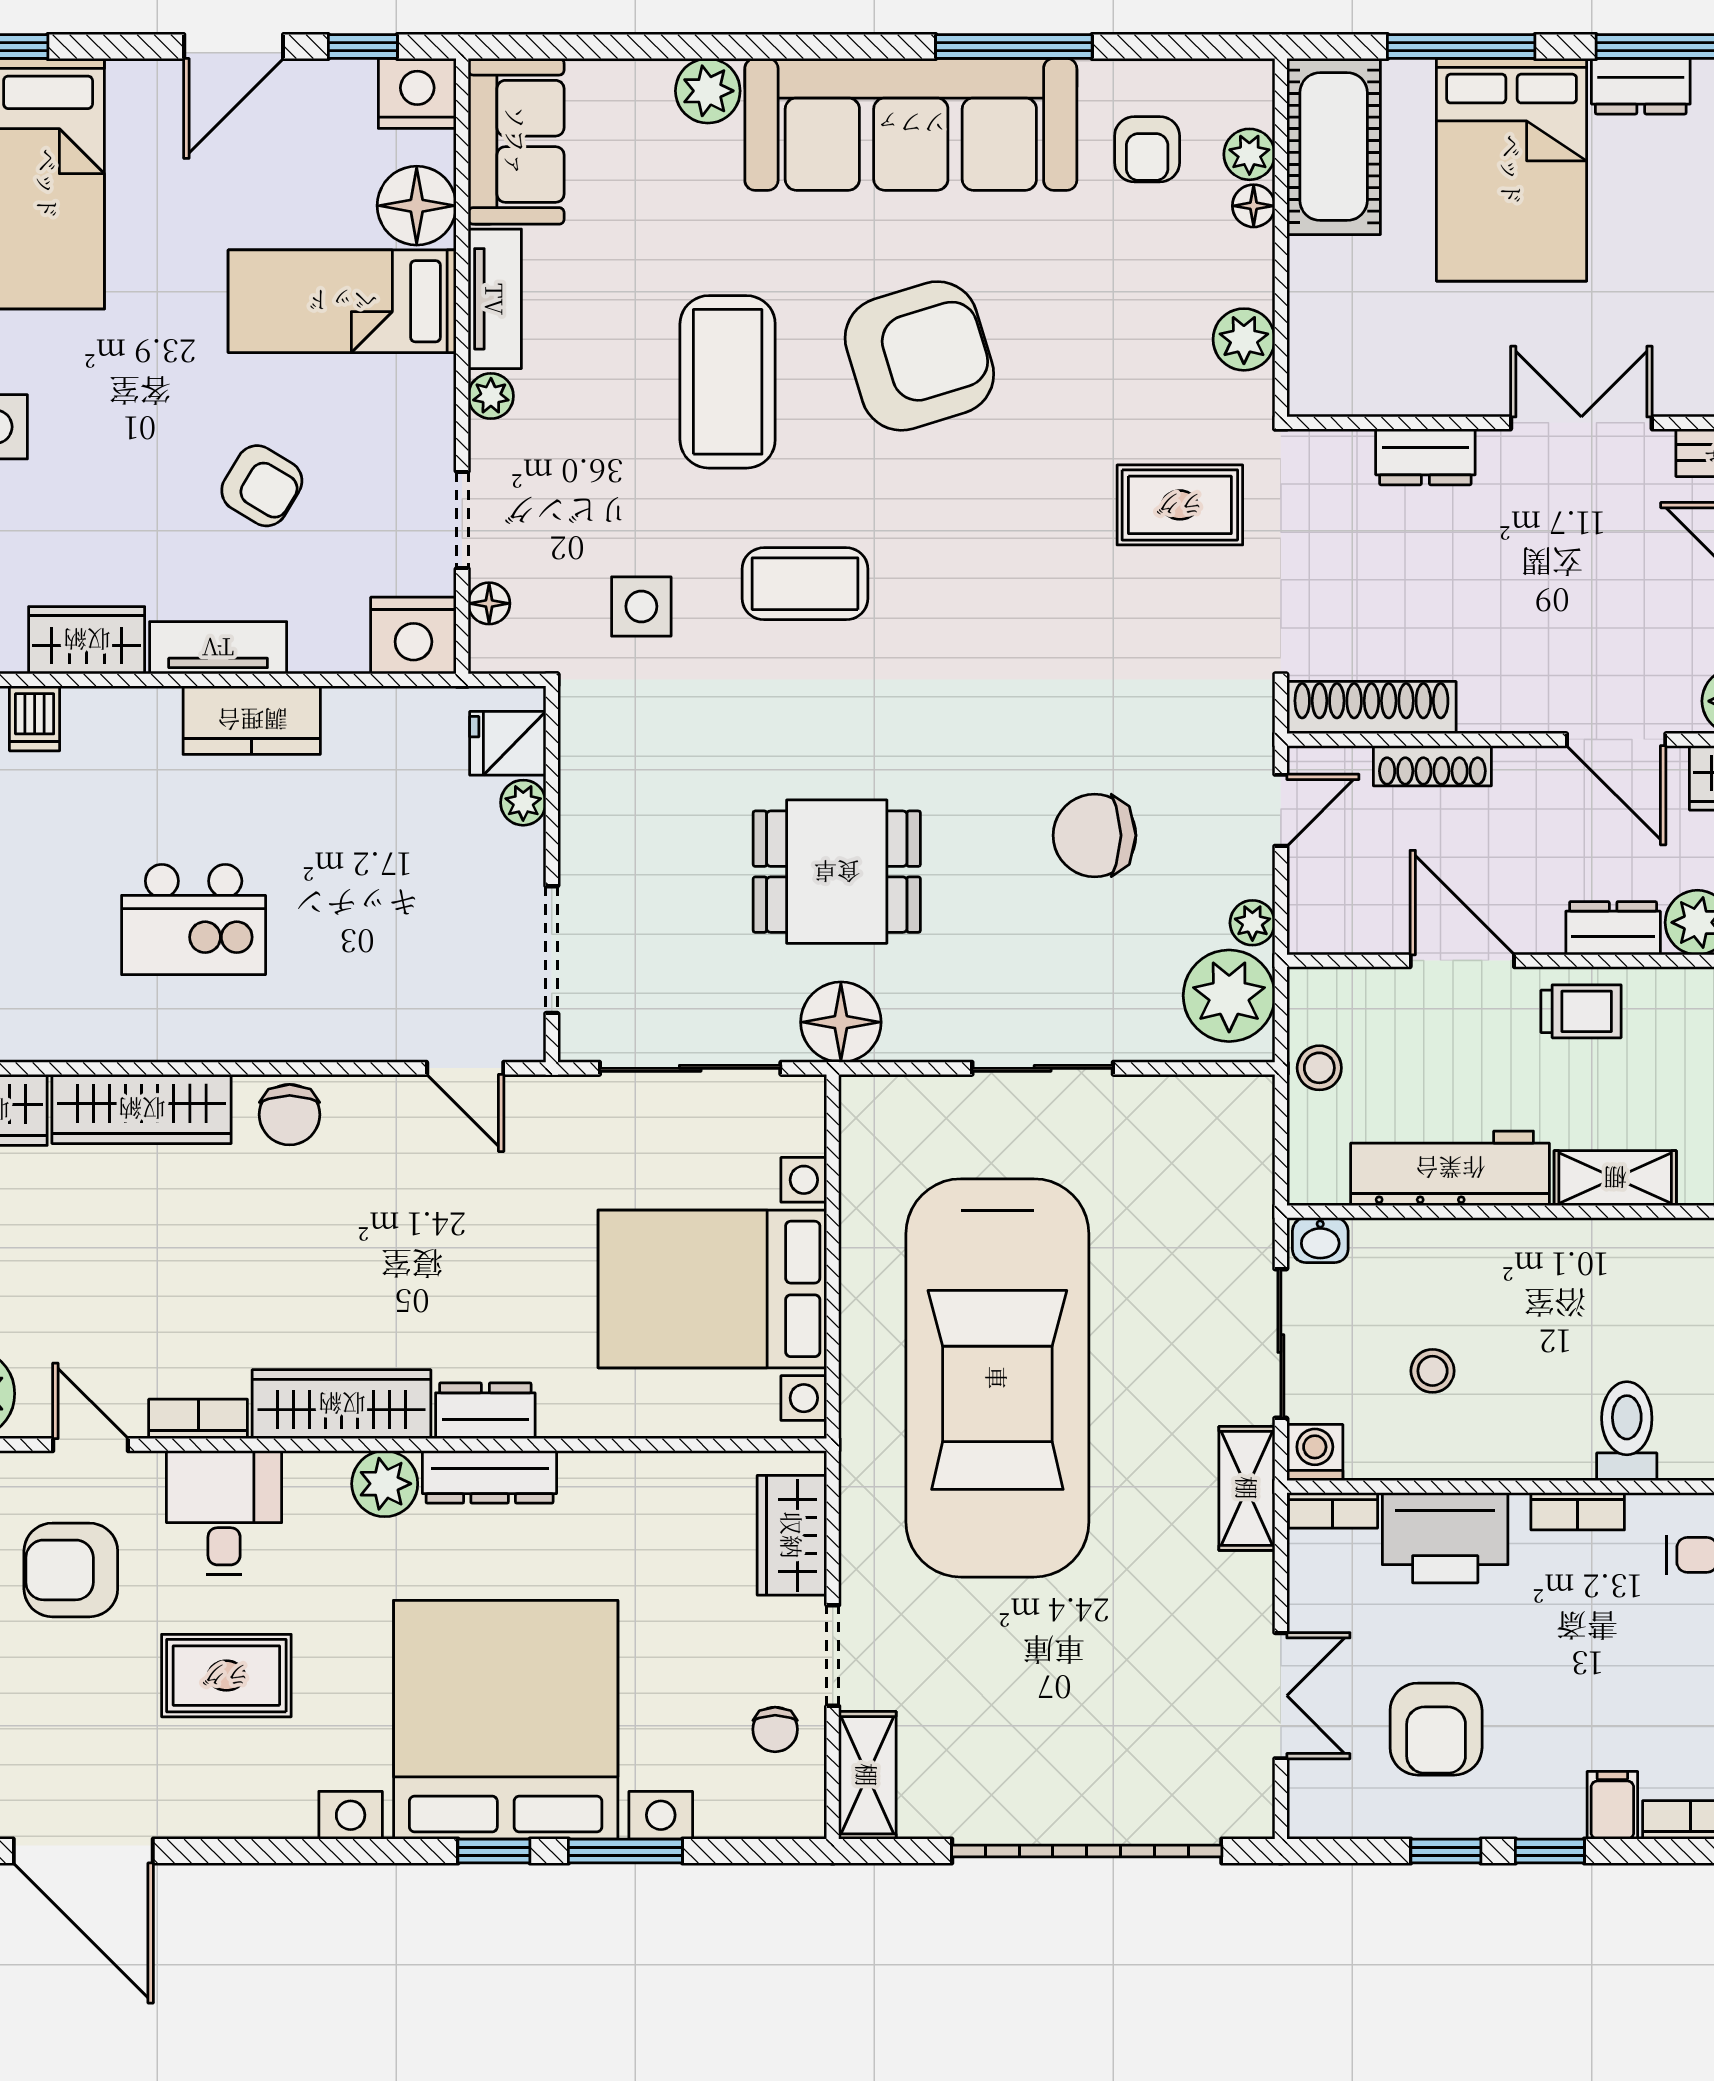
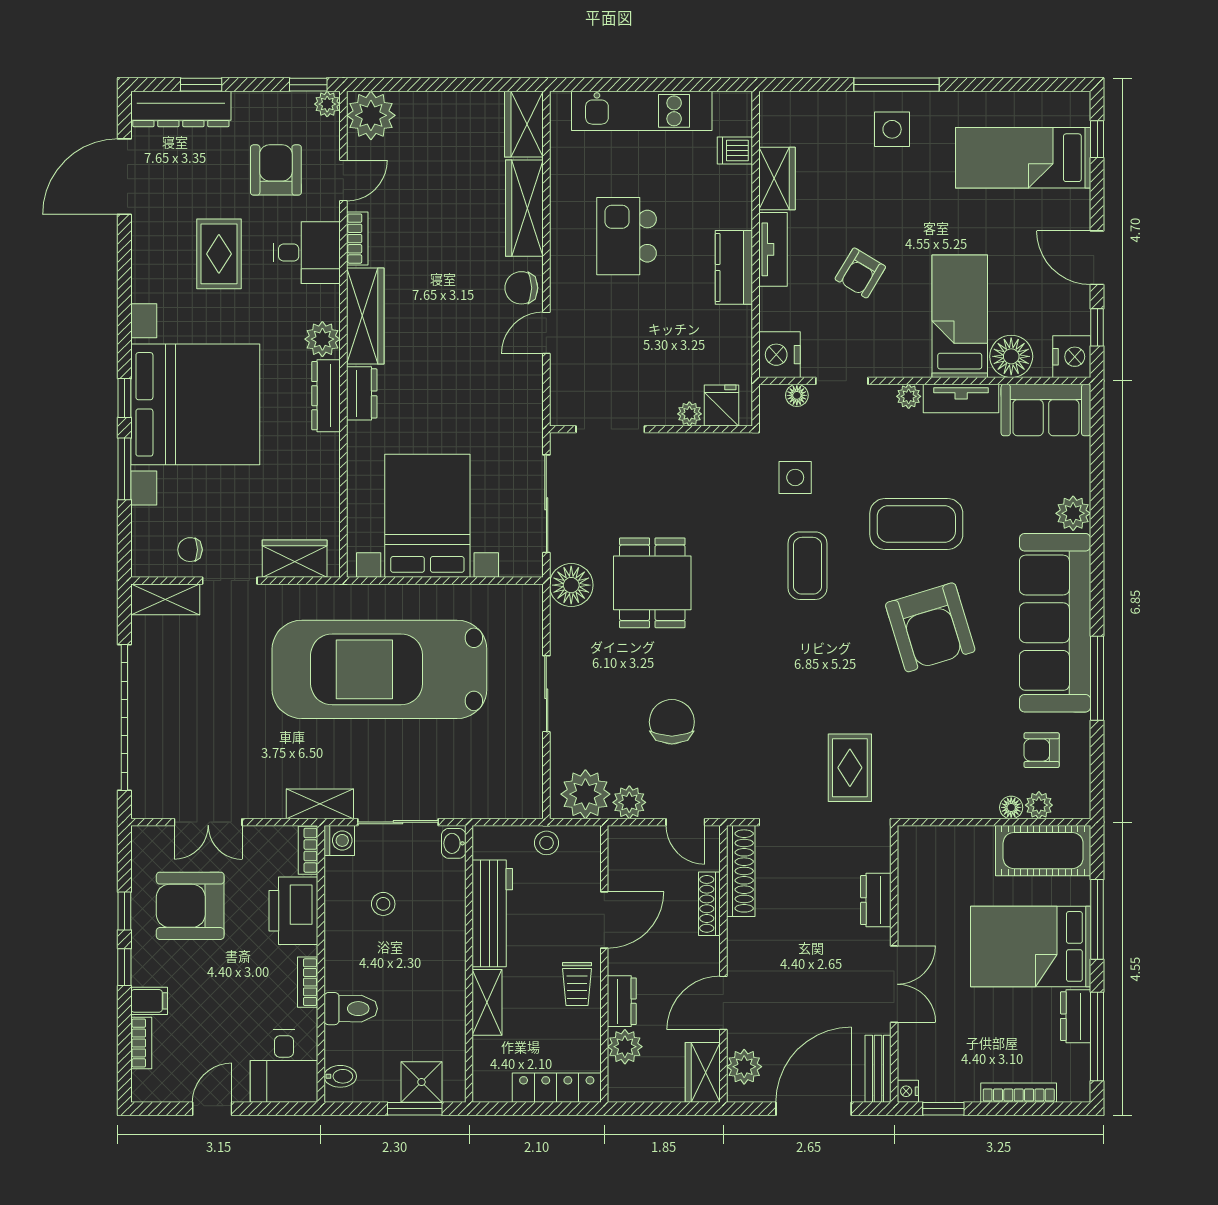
plant: (1244, 339) -> (939, 802), removed
plant: (1252, 923) -> (629, 802), width x1.38, depth x1.38
door: (465, 1068) -> (546, 333), moved
armchair: (1436, 1729) -> (190, 906), width x1.36, depth x1.36

